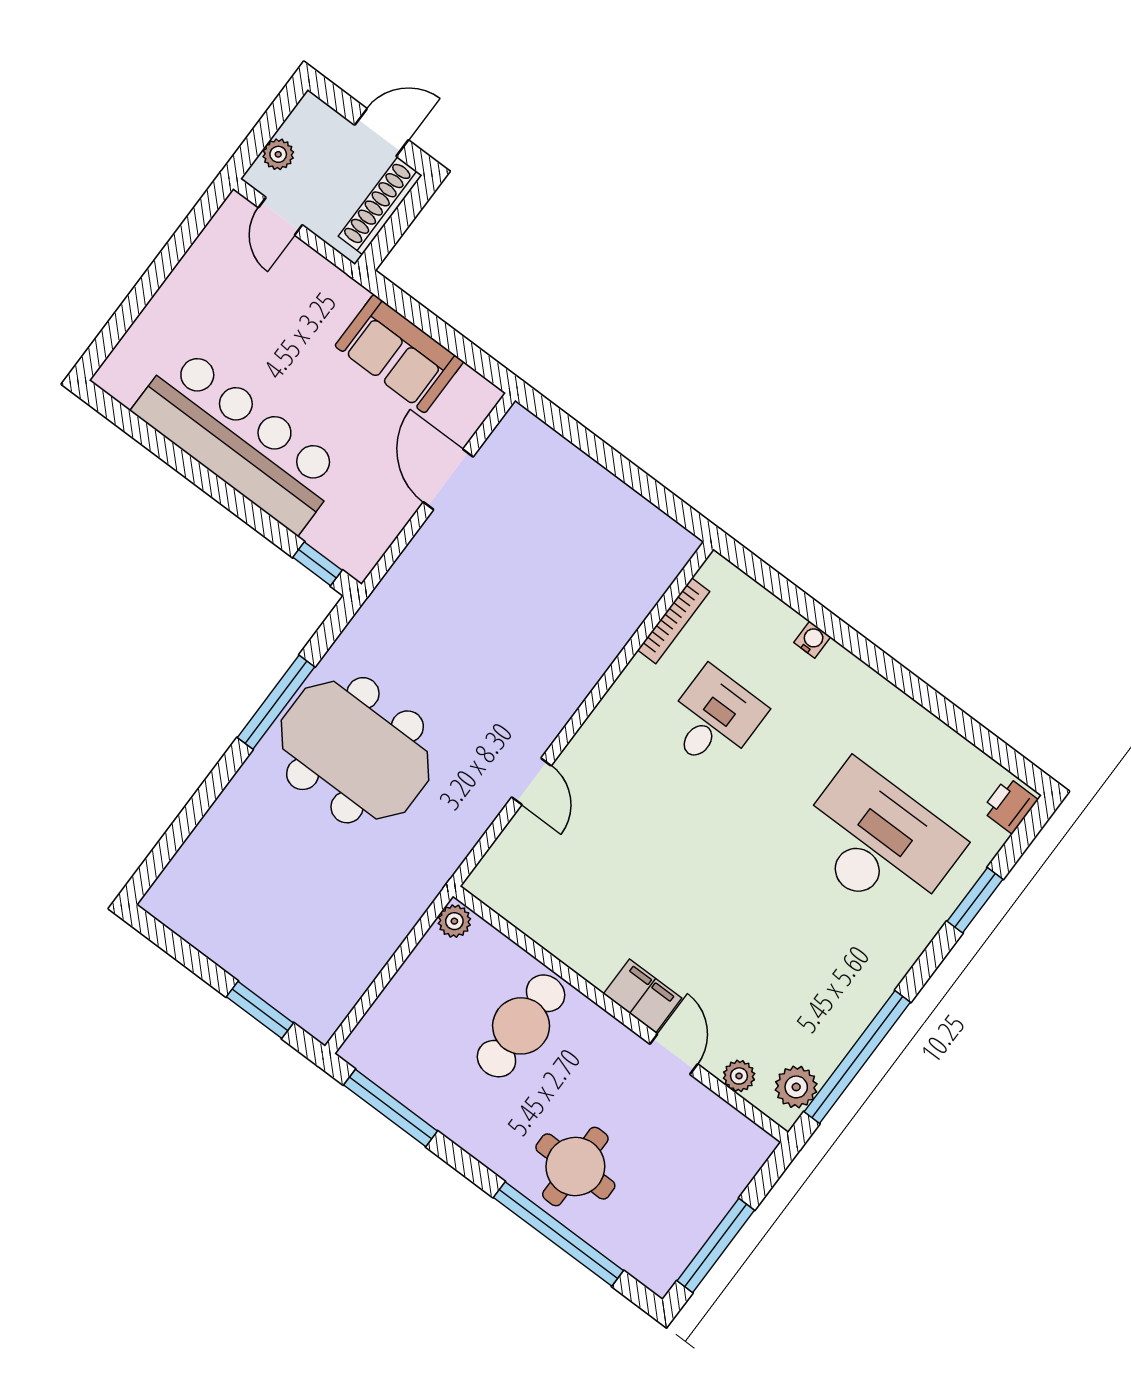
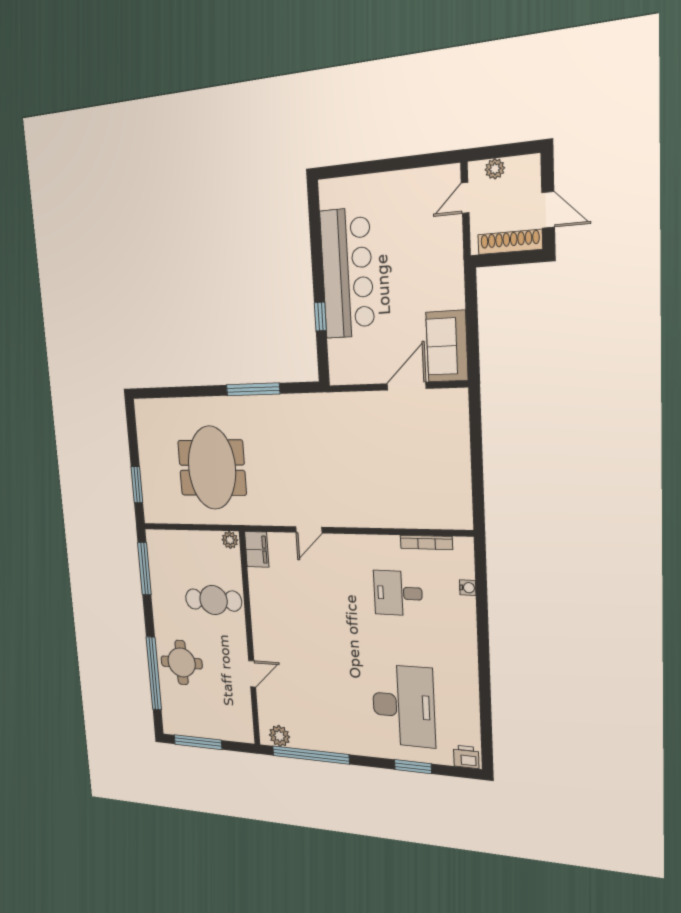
sofa: (399, 354) -> (447, 346), moved
window: (317, 564) -> (320, 316), moved
water cooler: (812, 640) -> (468, 588), moved
desk: (714, 719) -> (398, 593), turned 180
meeting table: (355, 750) -> (212, 468), moved
filing cabinet: (642, 996) -> (257, 549), moved
plant: (739, 1076) -> (265, 708), removed

